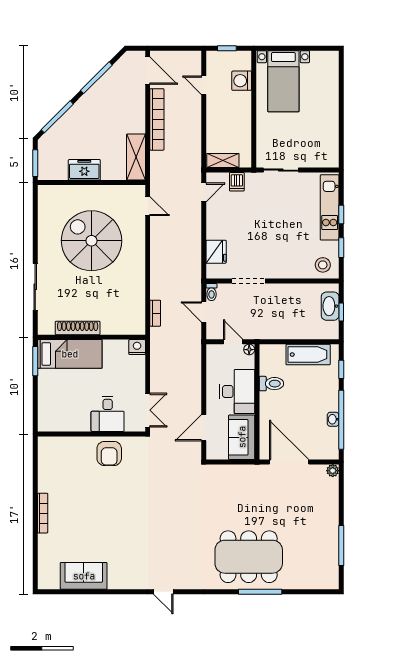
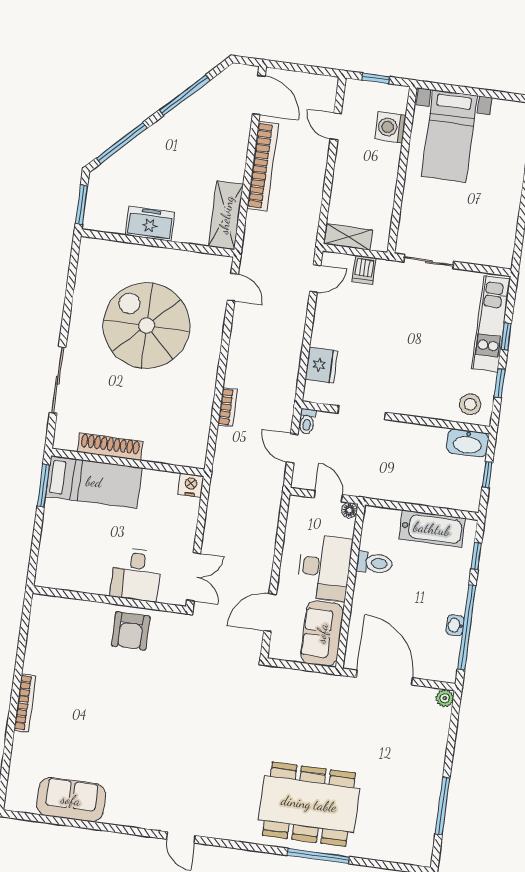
washbasin: (330, 306) -> (468, 443), moved, turned -90
bookcase: (155, 313) -> (228, 407), moved

